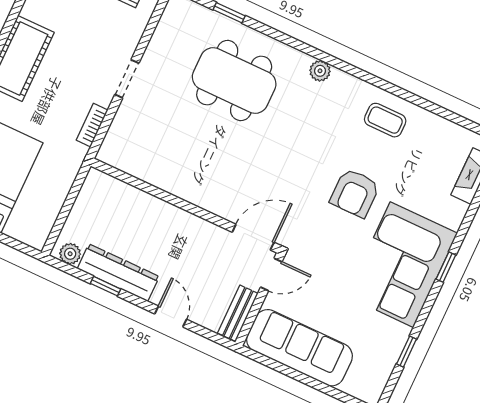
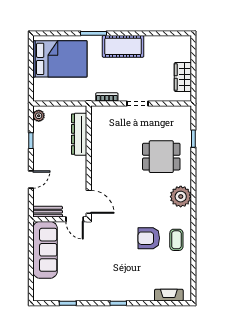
plant: (320, 71) -> (181, 197), width x1.88, depth x1.88
dining table: (234, 80) -> (161, 157), width x0.73
armchair: (355, 193) -> (149, 238), moved
corner sofa: (402, 265) -> (109, 281), removed
dresser: (118, 273) -> (79, 134), moved, turned 180

